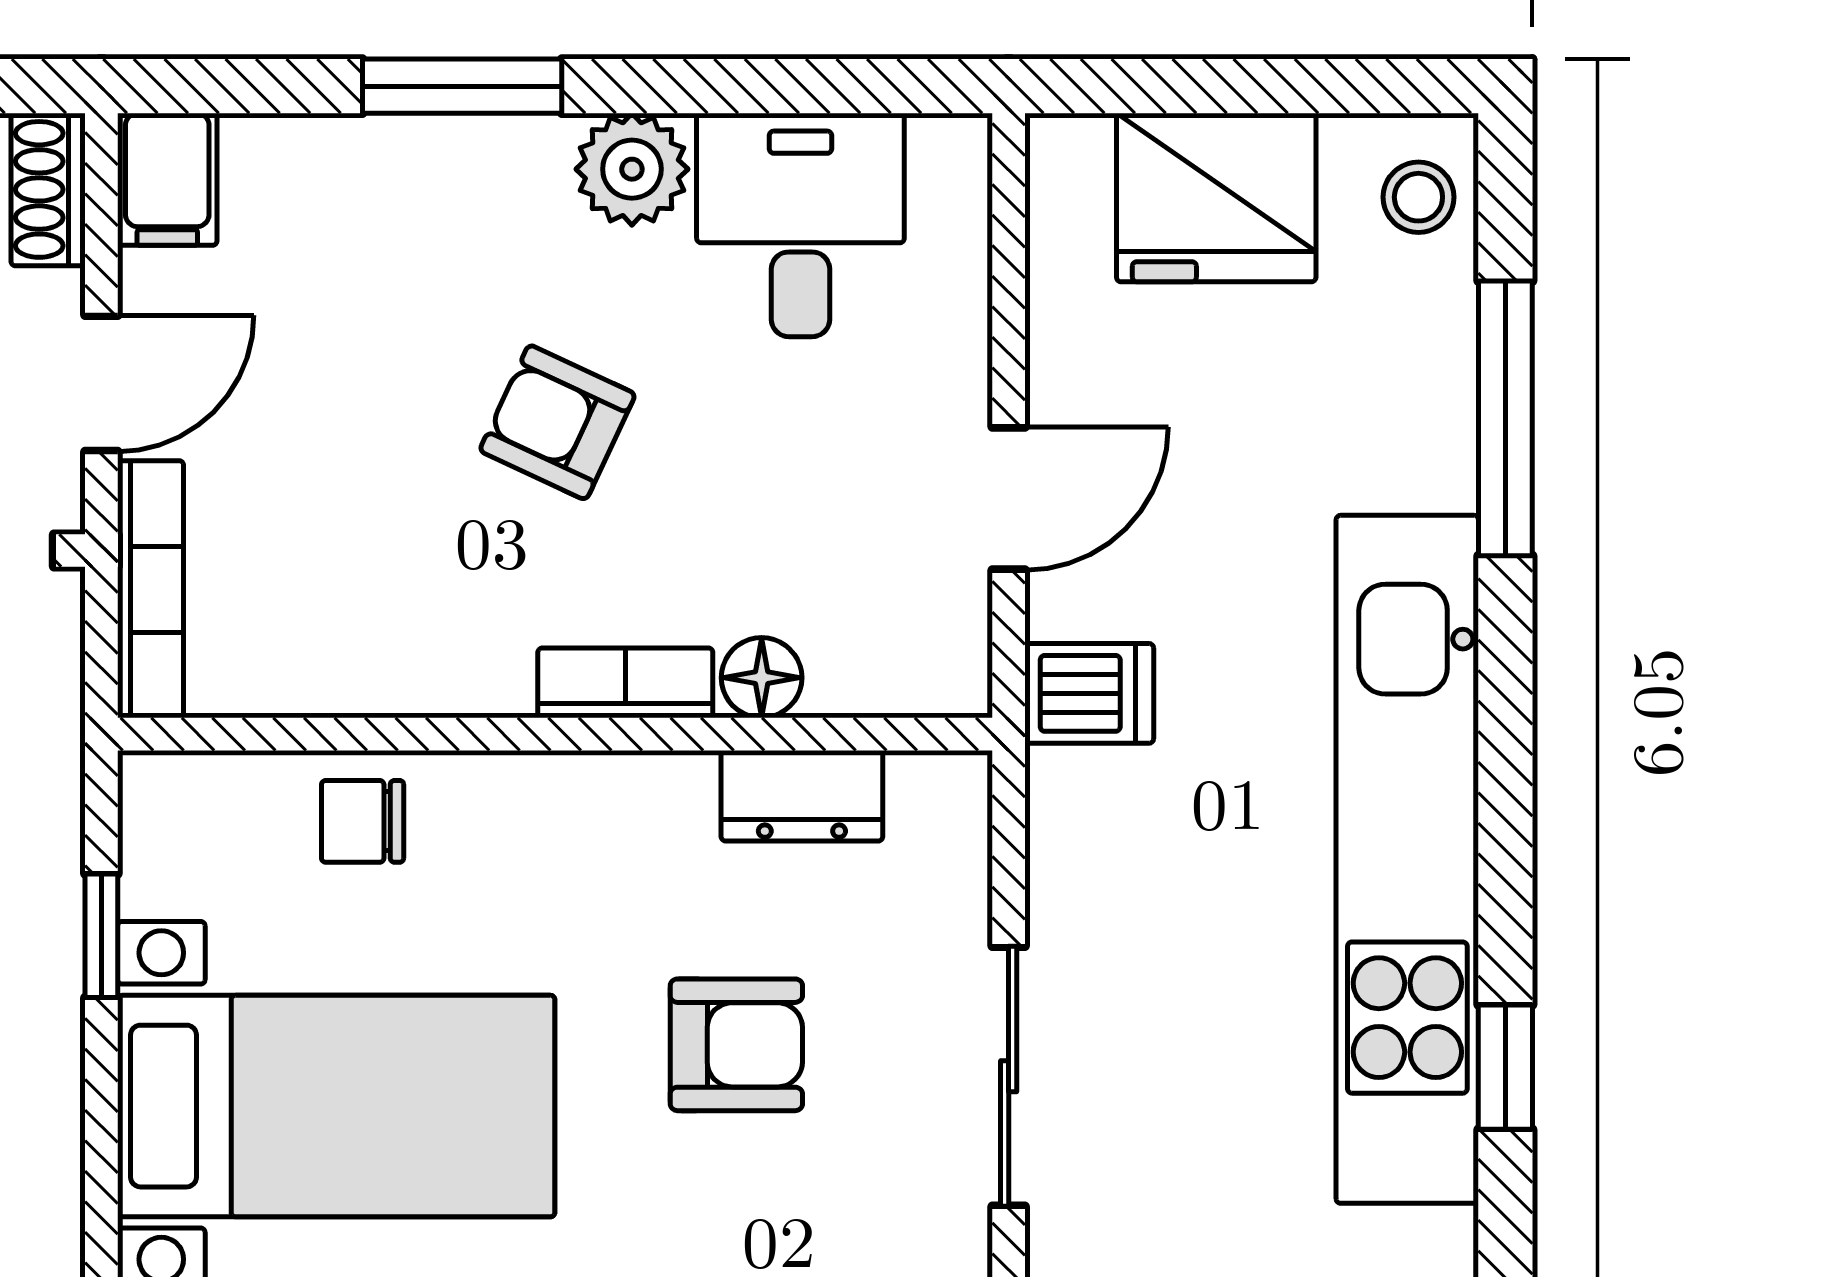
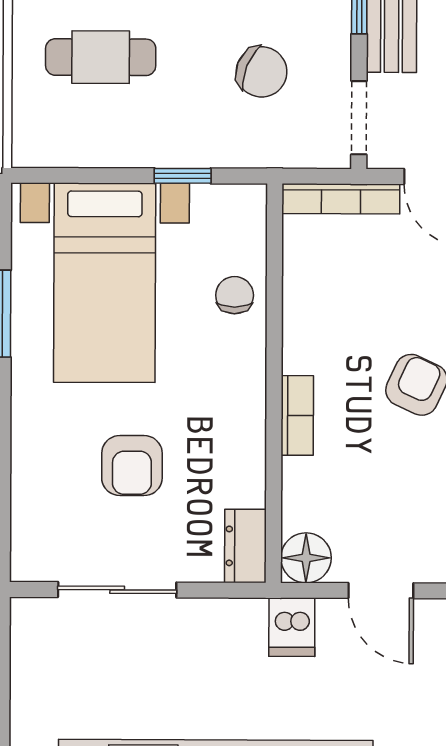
floor lamp: (762, 678) -> (306, 558), moved, width x1.37, depth x1.37
dresser: (802, 796) -> (245, 546), moved

